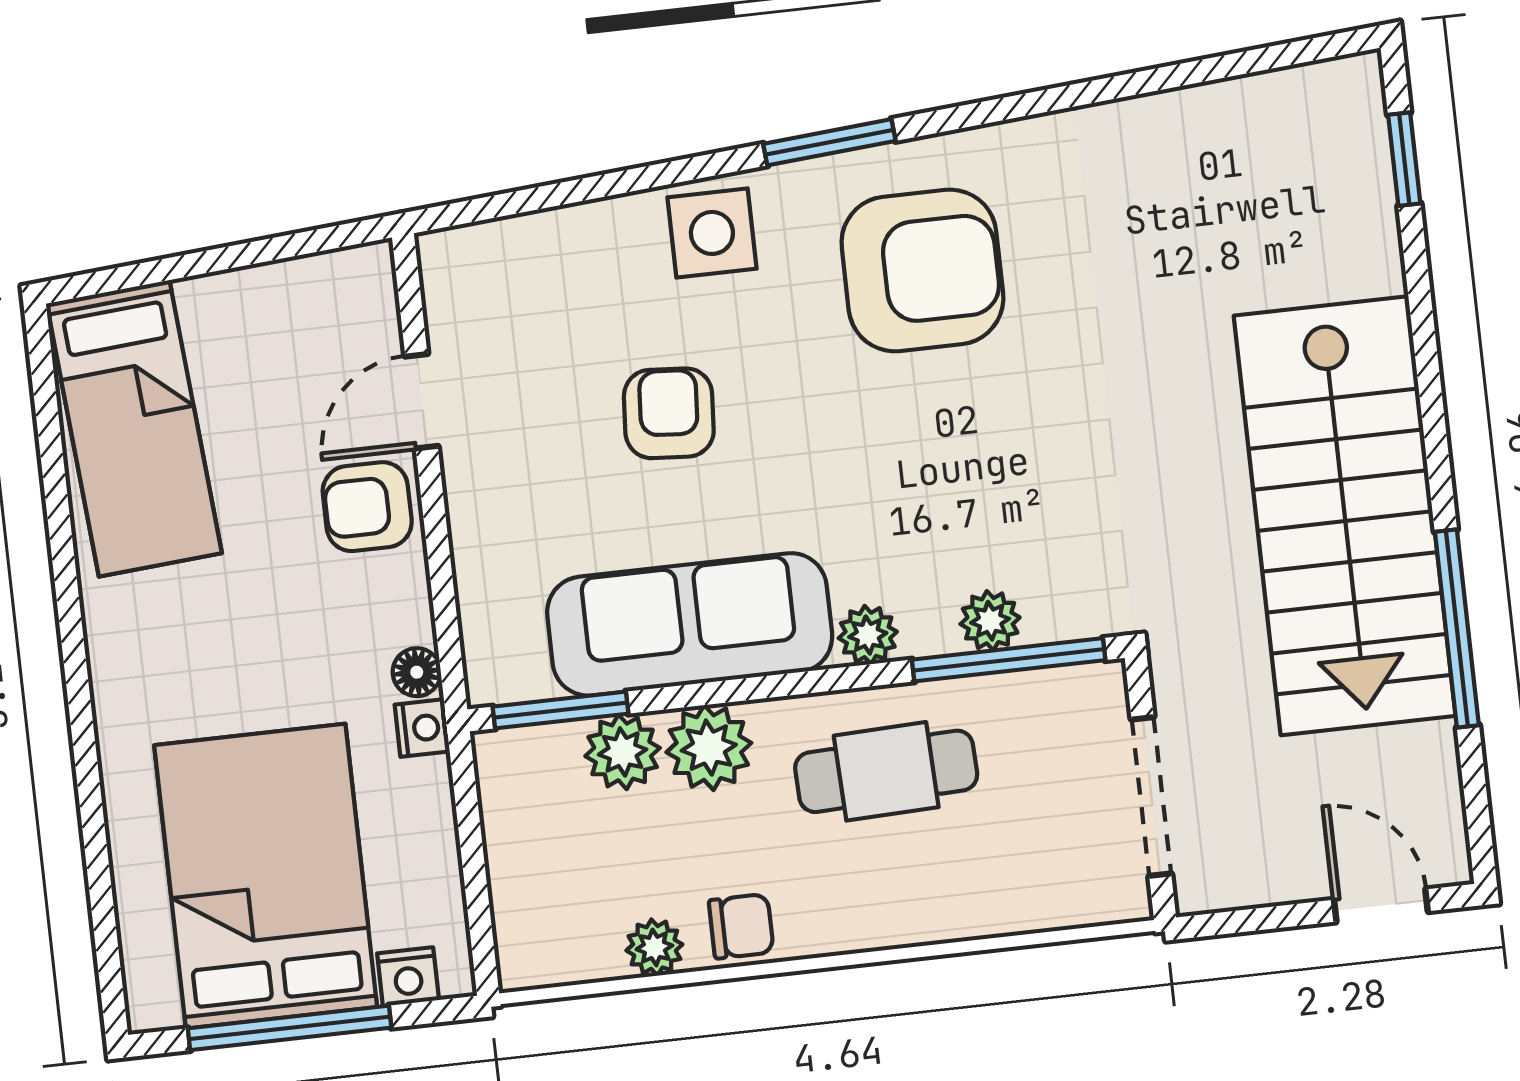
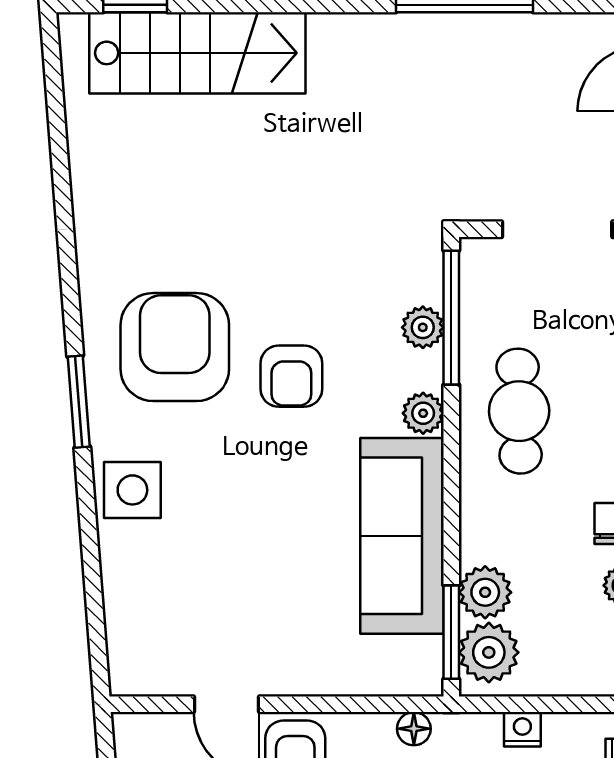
armchair: (669, 413) -> (291, 376), moved, turned -94
stairs: (1345, 516) -> (197, 53), moved, width x0.73, depth x0.66
nightstand: (422, 728) -> (522, 729), moved
plant: (709, 748) -> (489, 652), moved

